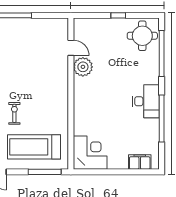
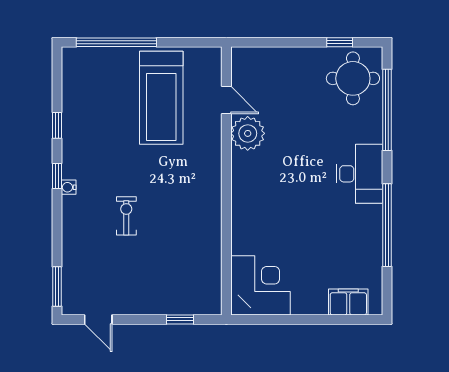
window: (118, 15) -> (340, 42), moved
desk: (146, 101) -> (359, 174), moved
treadmill: (34, 147) -> (161, 98), moved, turned -90
window: (45, 172) -> (180, 319), width x0.46

